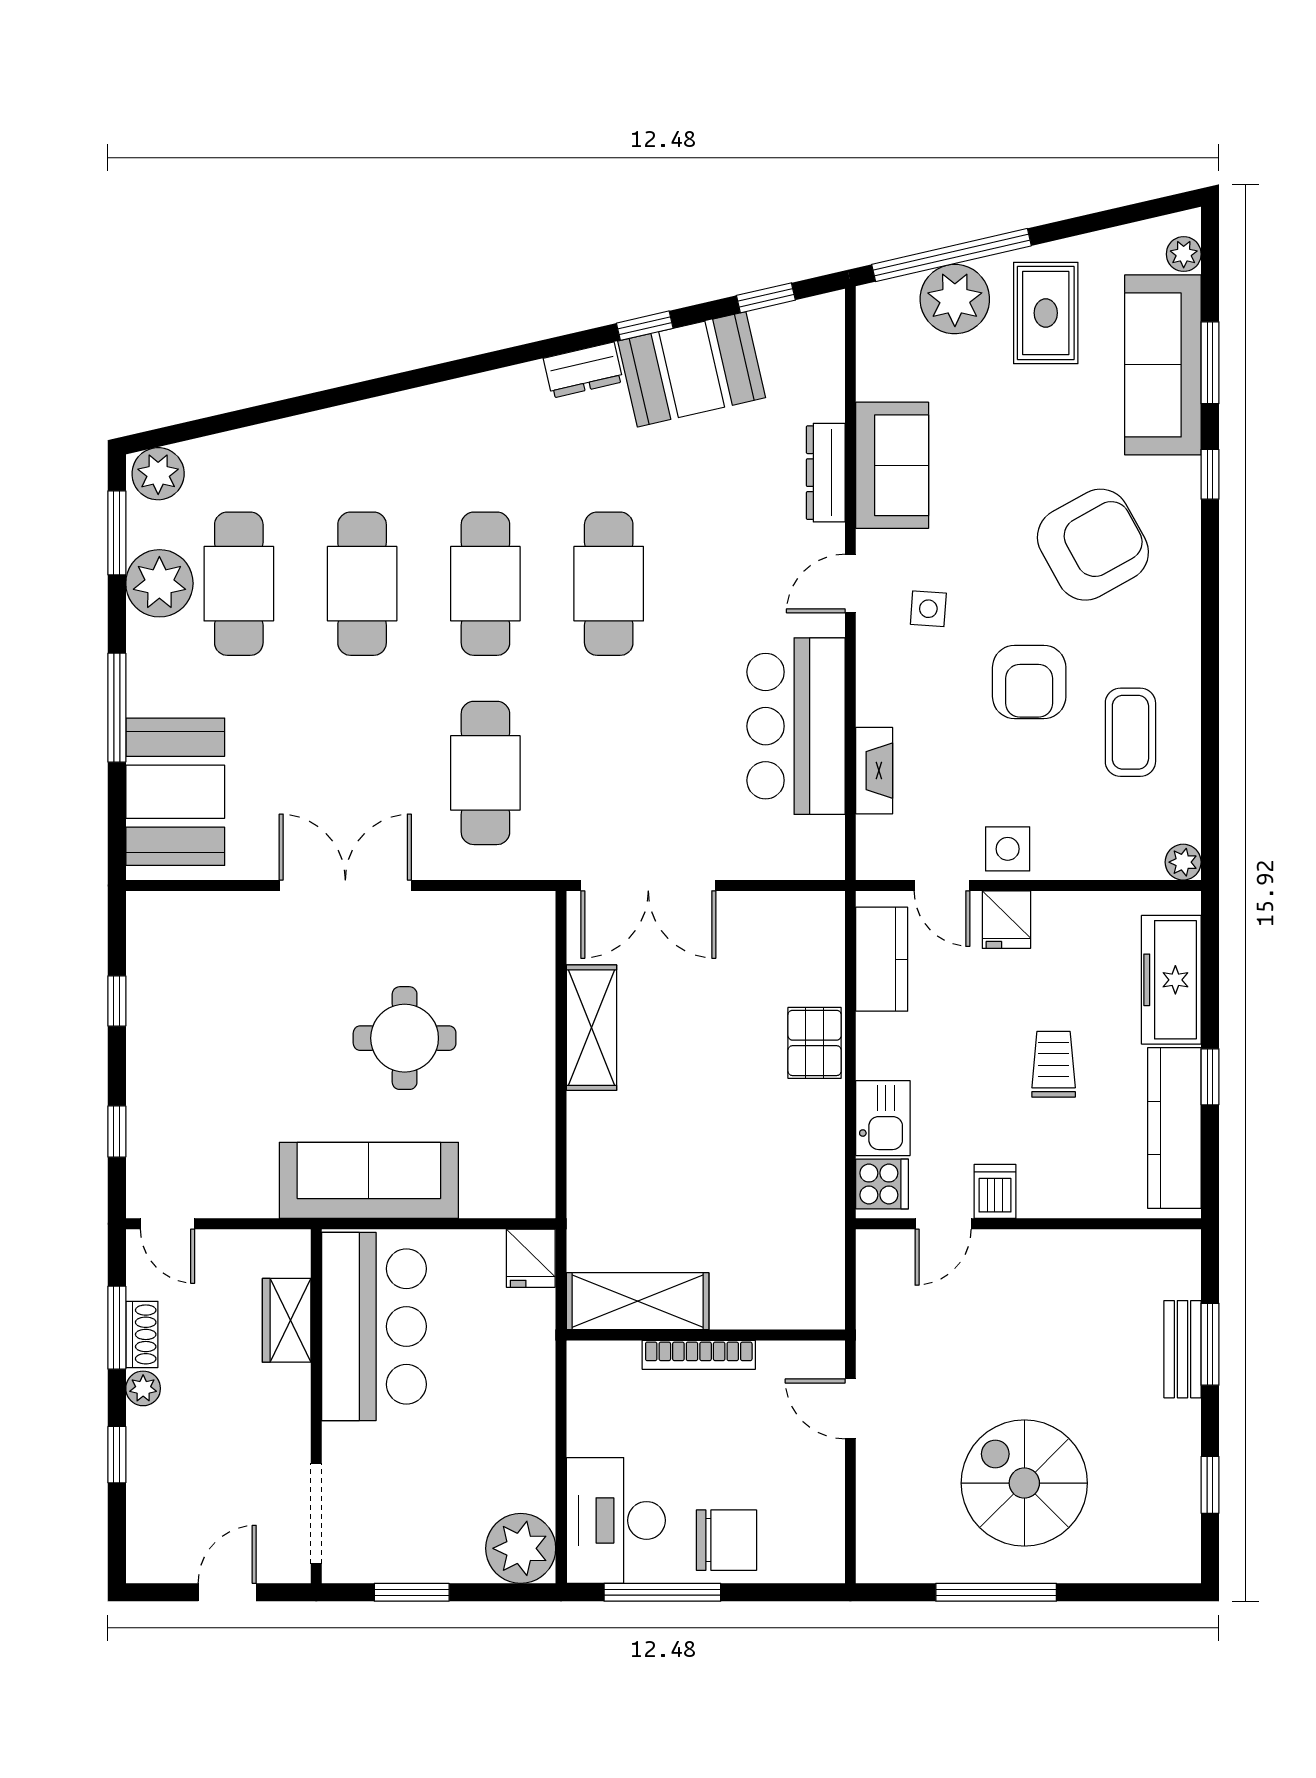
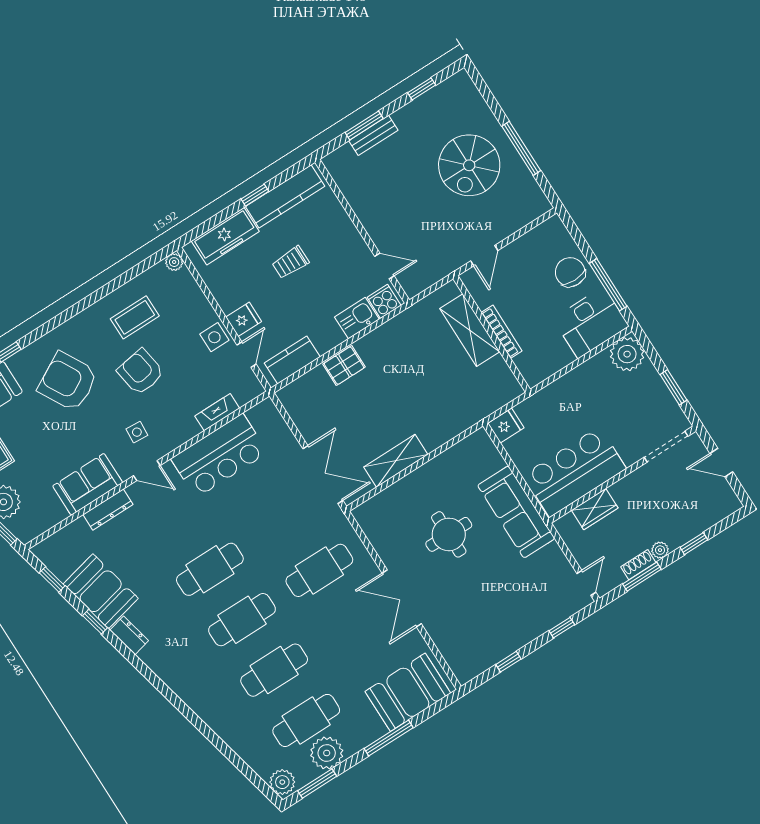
armchair: (1029, 682) -> (141, 372), turned -99
dishwasher: (995, 1191) -> (358, 253), removed
shelving: (638, 1301) -> (470, 330), moved

